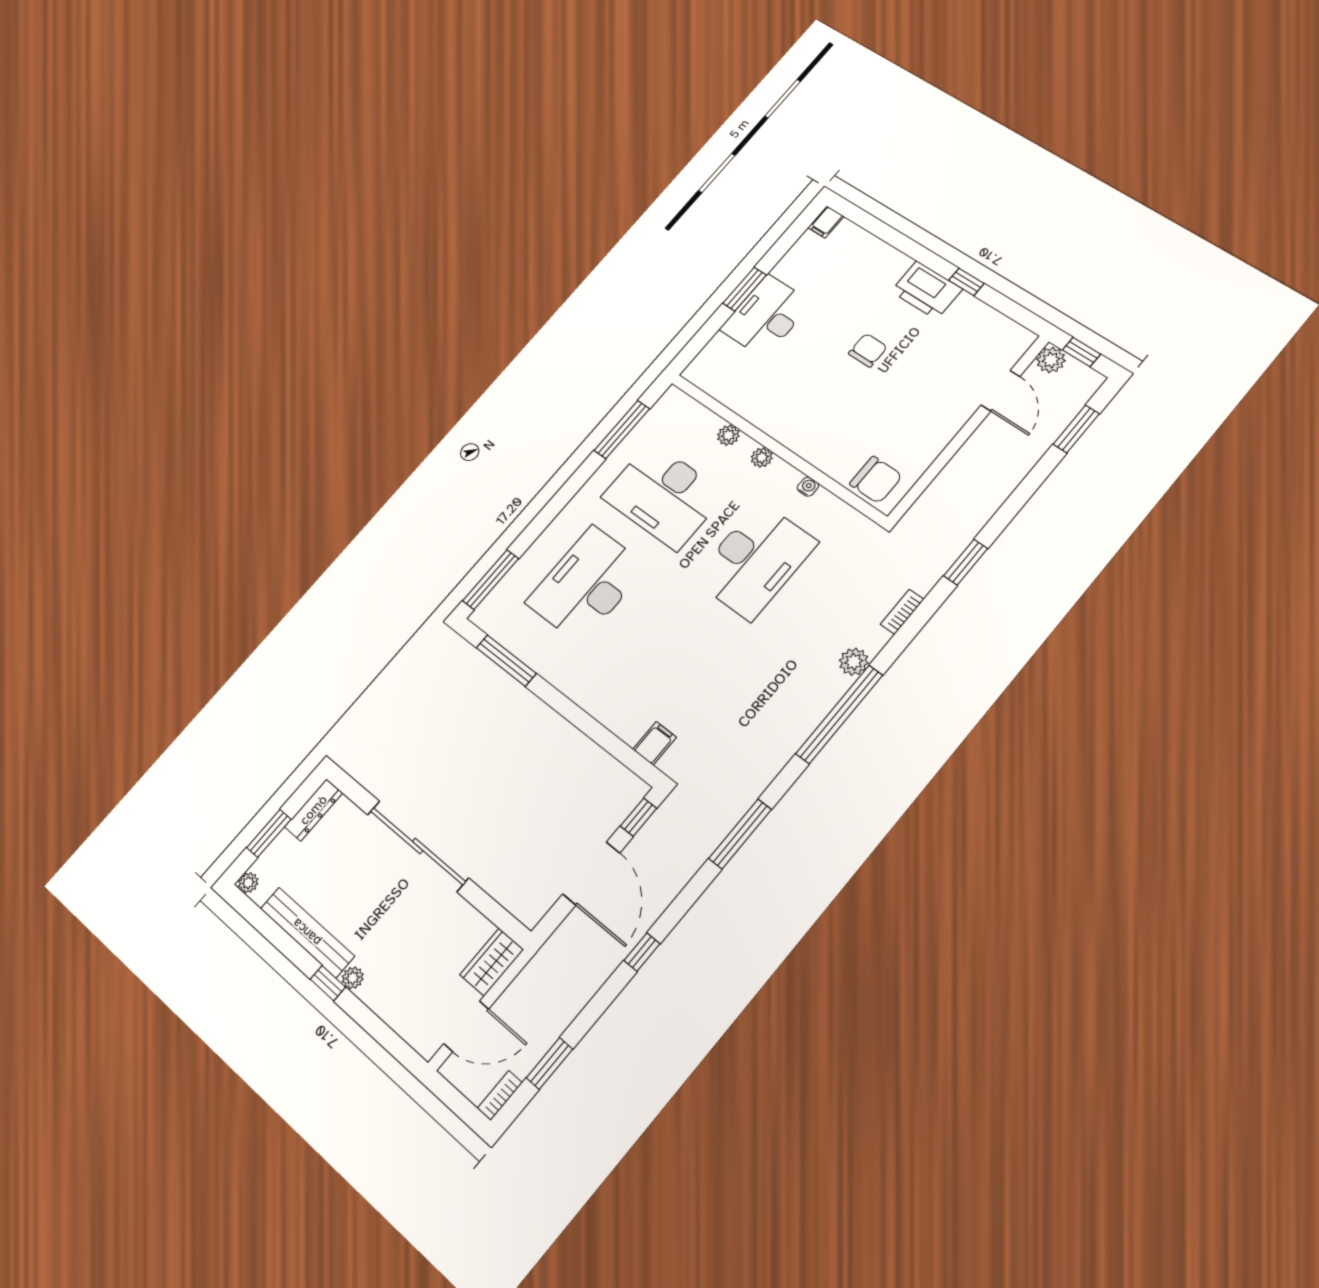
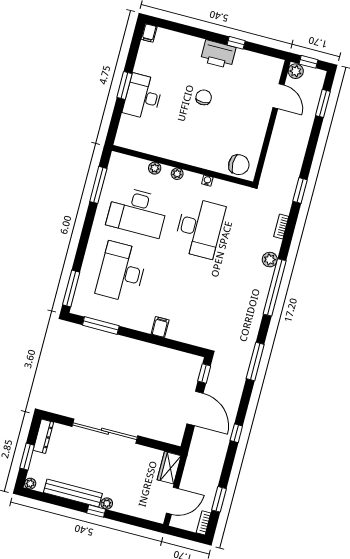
filing cabinet: (655, 743) -> (160, 327), moved

